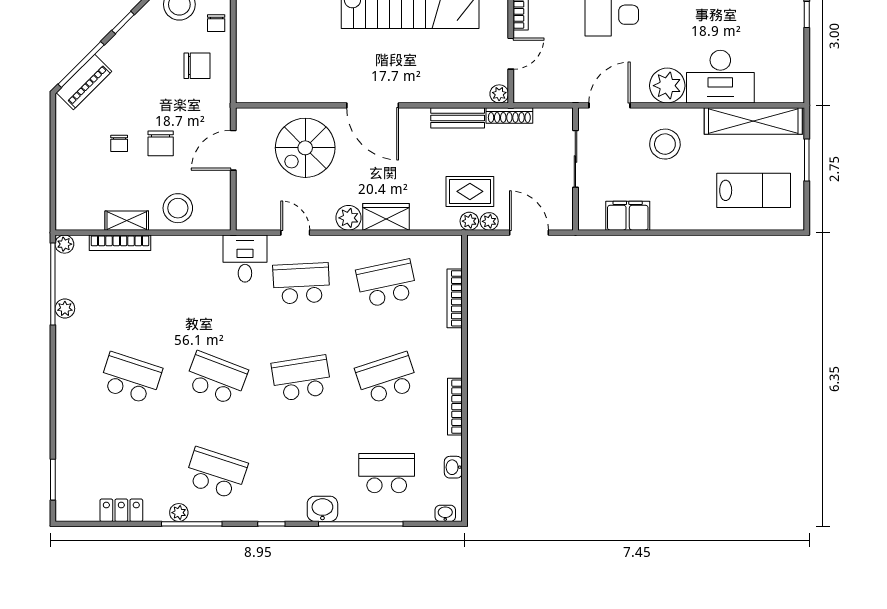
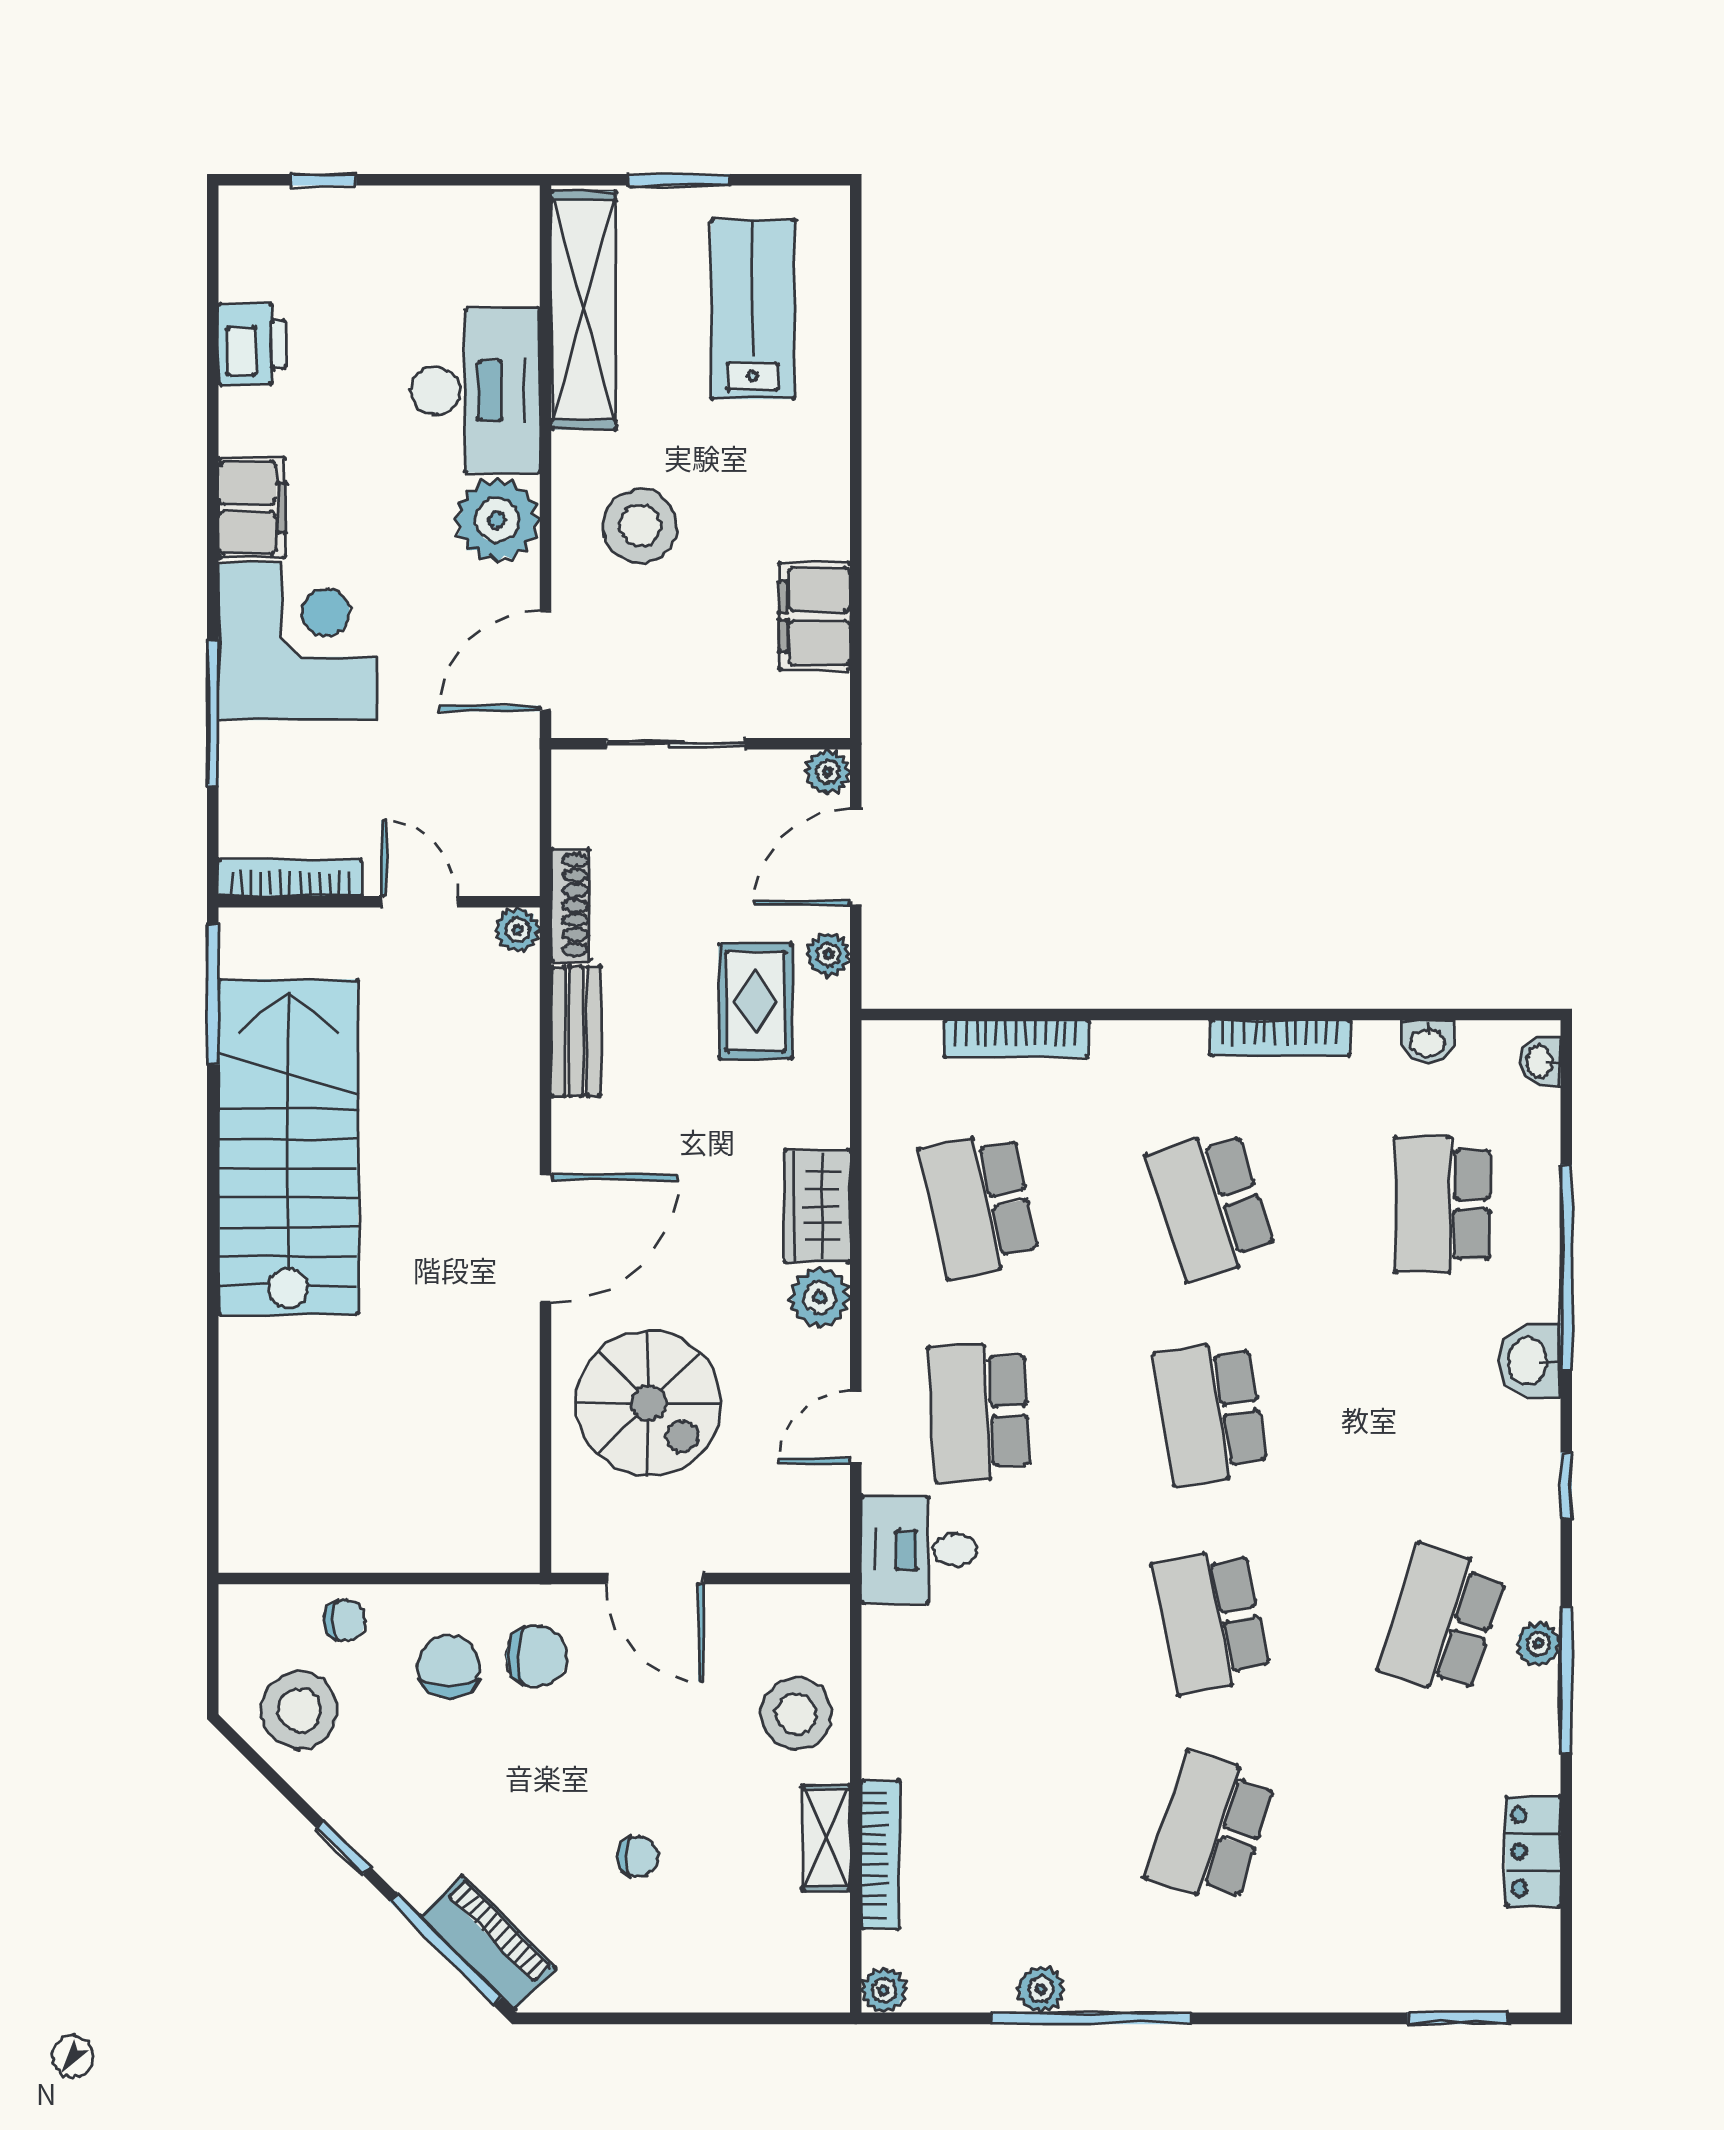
door: (610, 105) -> (546, 661), hinge flipped
chair: (161, 143) -> (537, 1656), moved
plant: (469, 221) -> (828, 772), moved
window: (53, 284) -> (1091, 2018), moved
school desk: (216, 378) -> (1211, 1620), turned -33
plant: (179, 513) -> (1539, 1644), moved

